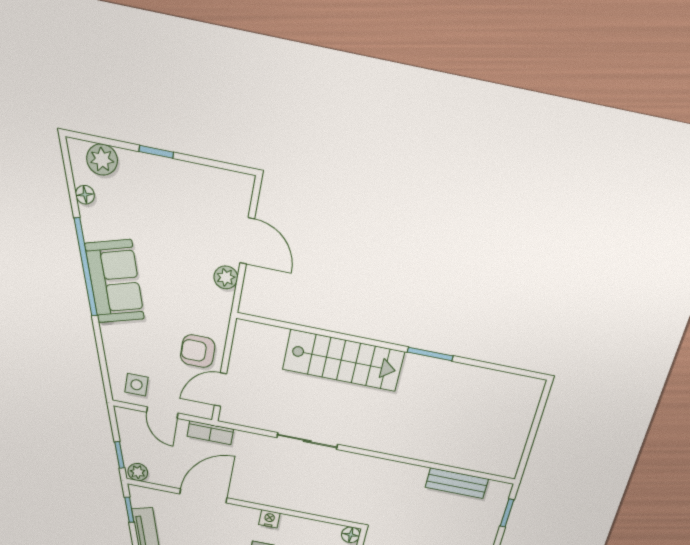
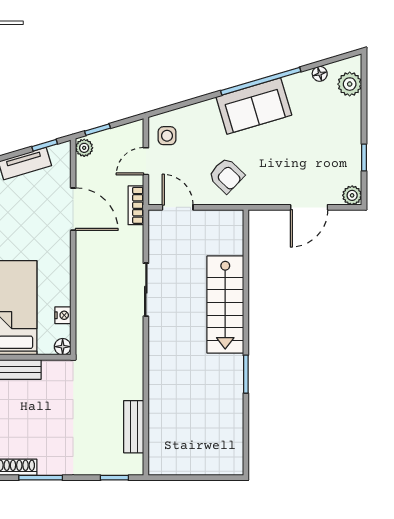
window: (156, 152) -> (364, 158), moved
plant: (226, 277) -> (352, 195), moved
armchair: (198, 351) -> (226, 175), moved, turned 134
nightstand: (269, 519) -> (63, 315), moved

